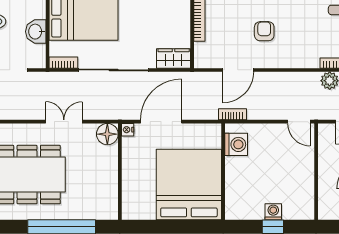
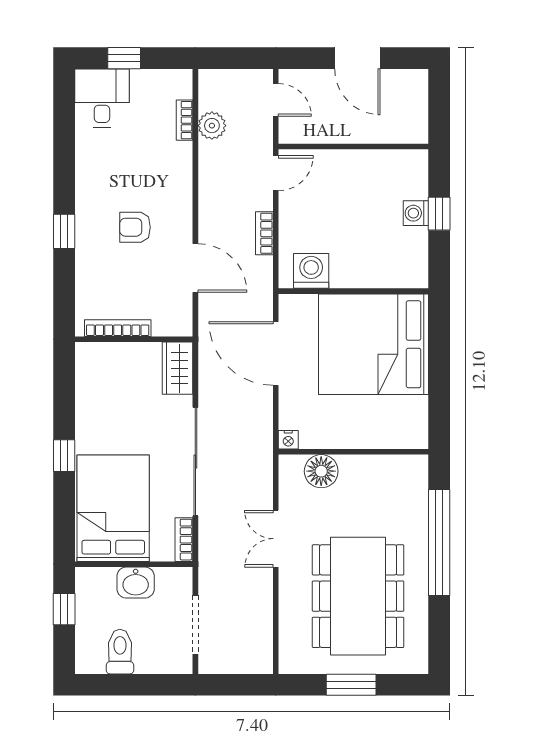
bookcase: (232, 114) -> (264, 233), moved
door: (161, 122) -> (276, 354), moved
floor lamp: (107, 134) -> (321, 471), moved

